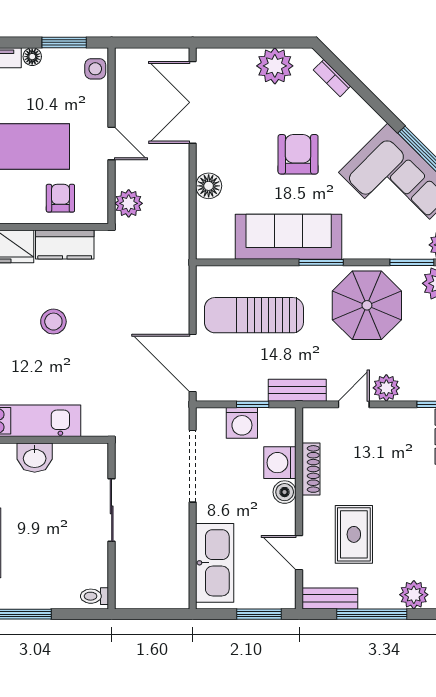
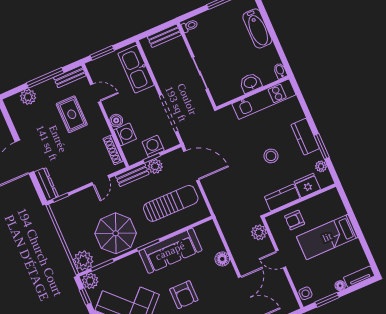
armchair: (60, 198) -> (295, 220), turned 90
plant: (386, 388) -> (155, 166), moved
shoe rack: (311, 469) -> (113, 150), moved
bench: (144, 598) -> (164, 36), added

